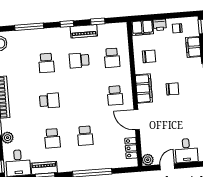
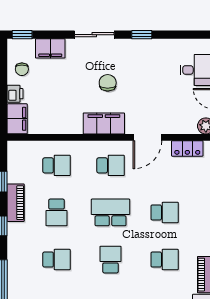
chair: (149, 56) -> (59, 113), removed
school desk: (82, 98) -> (111, 212), added

